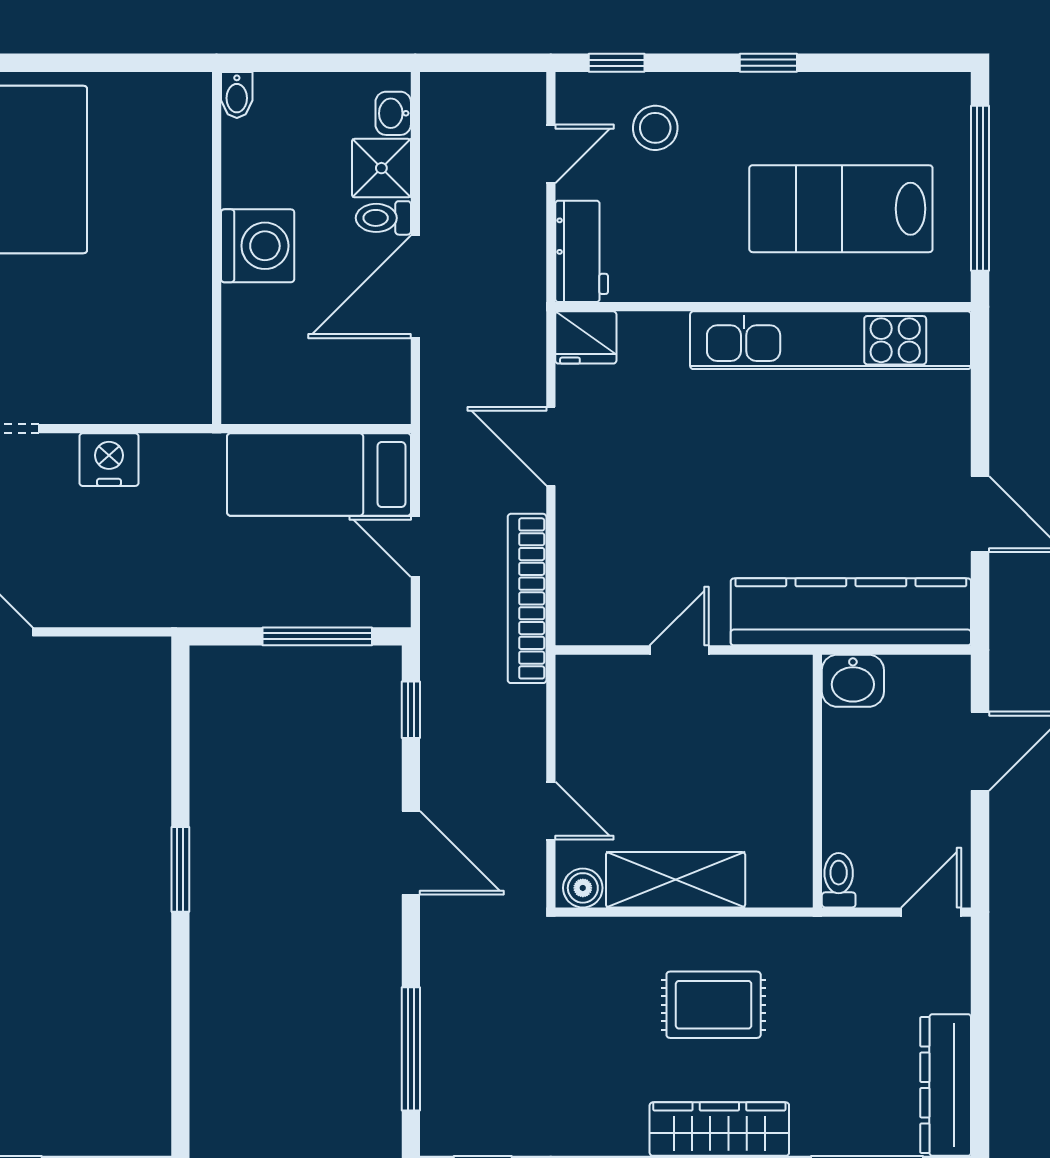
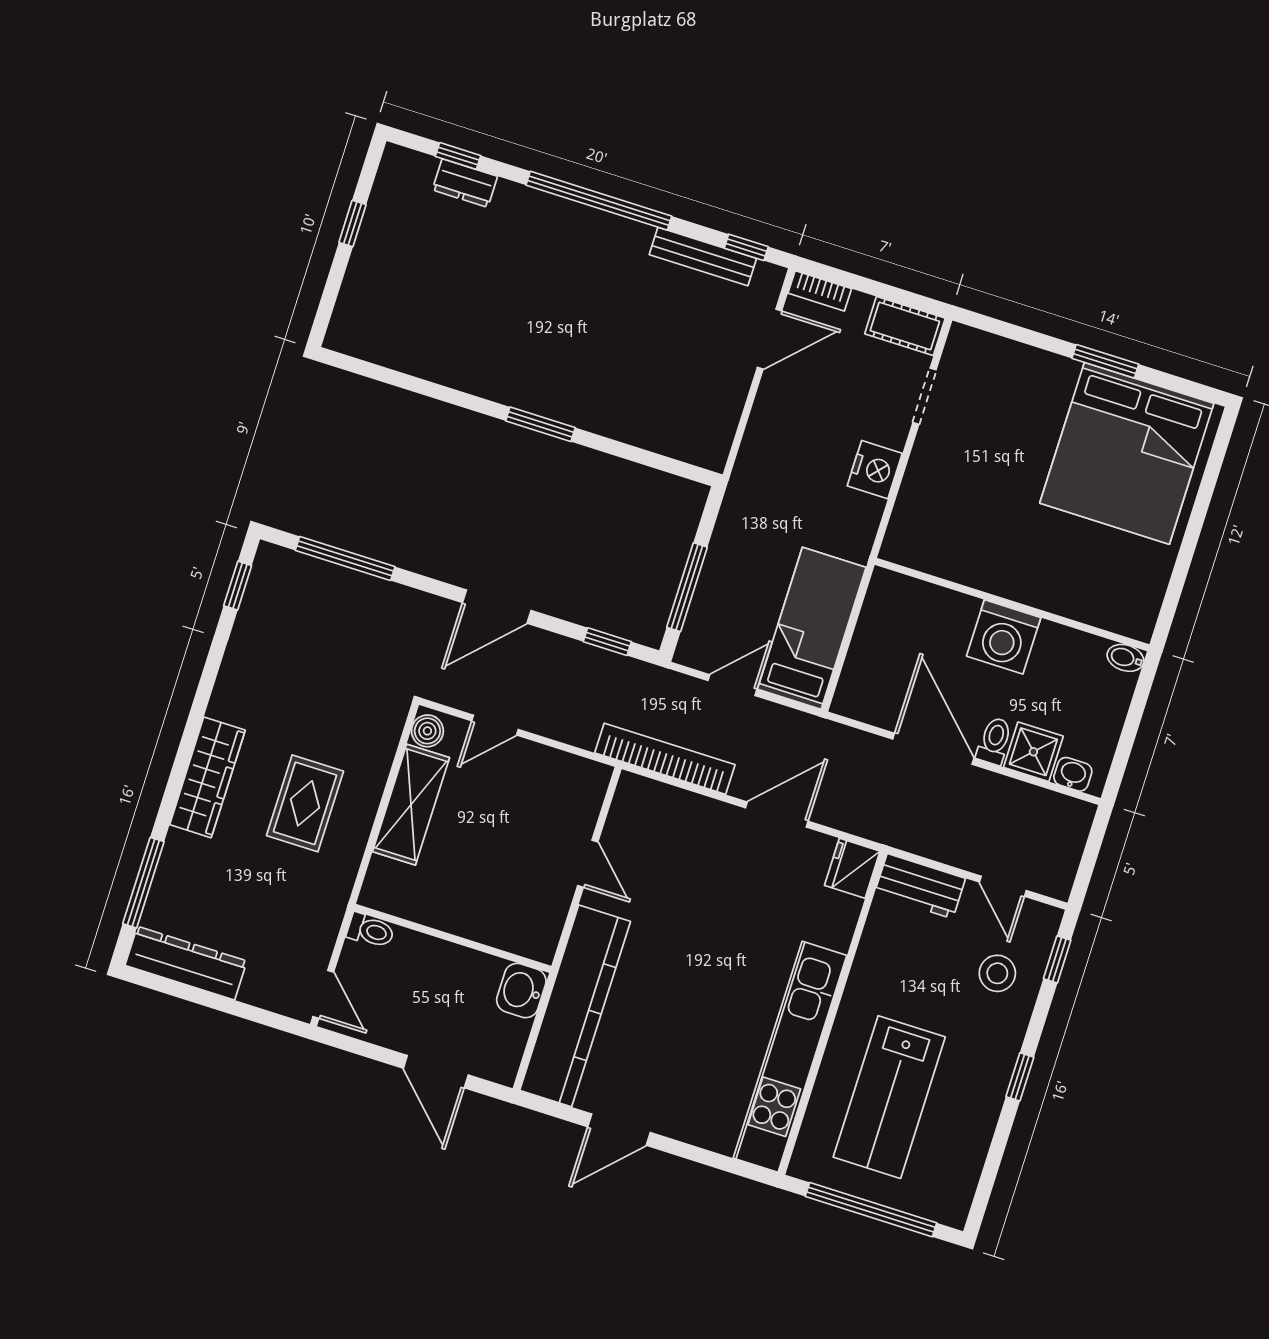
lab bench: (841, 209) -> (889, 1097), turned 180

